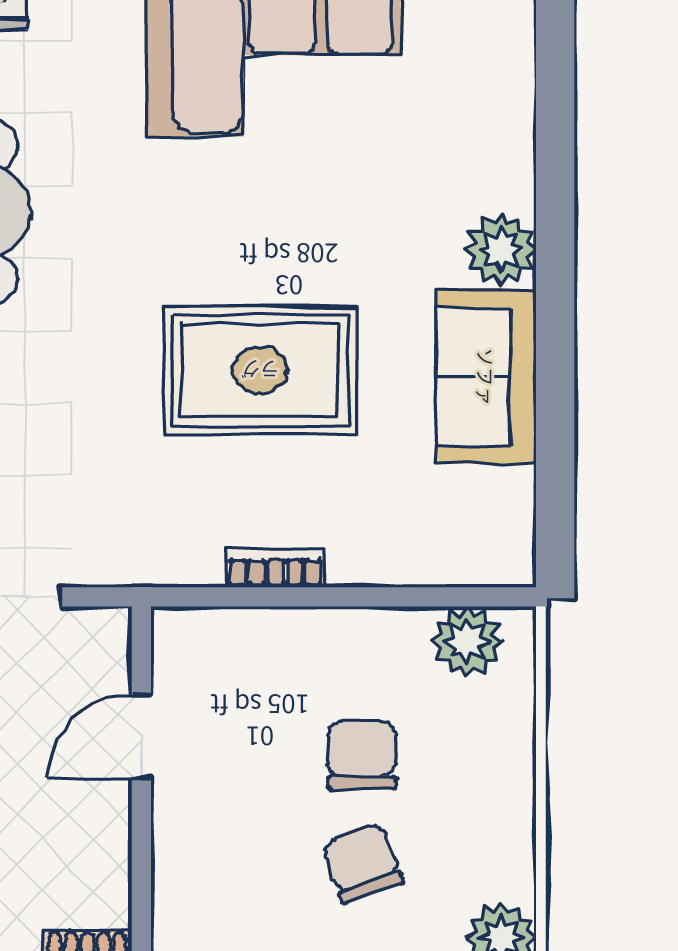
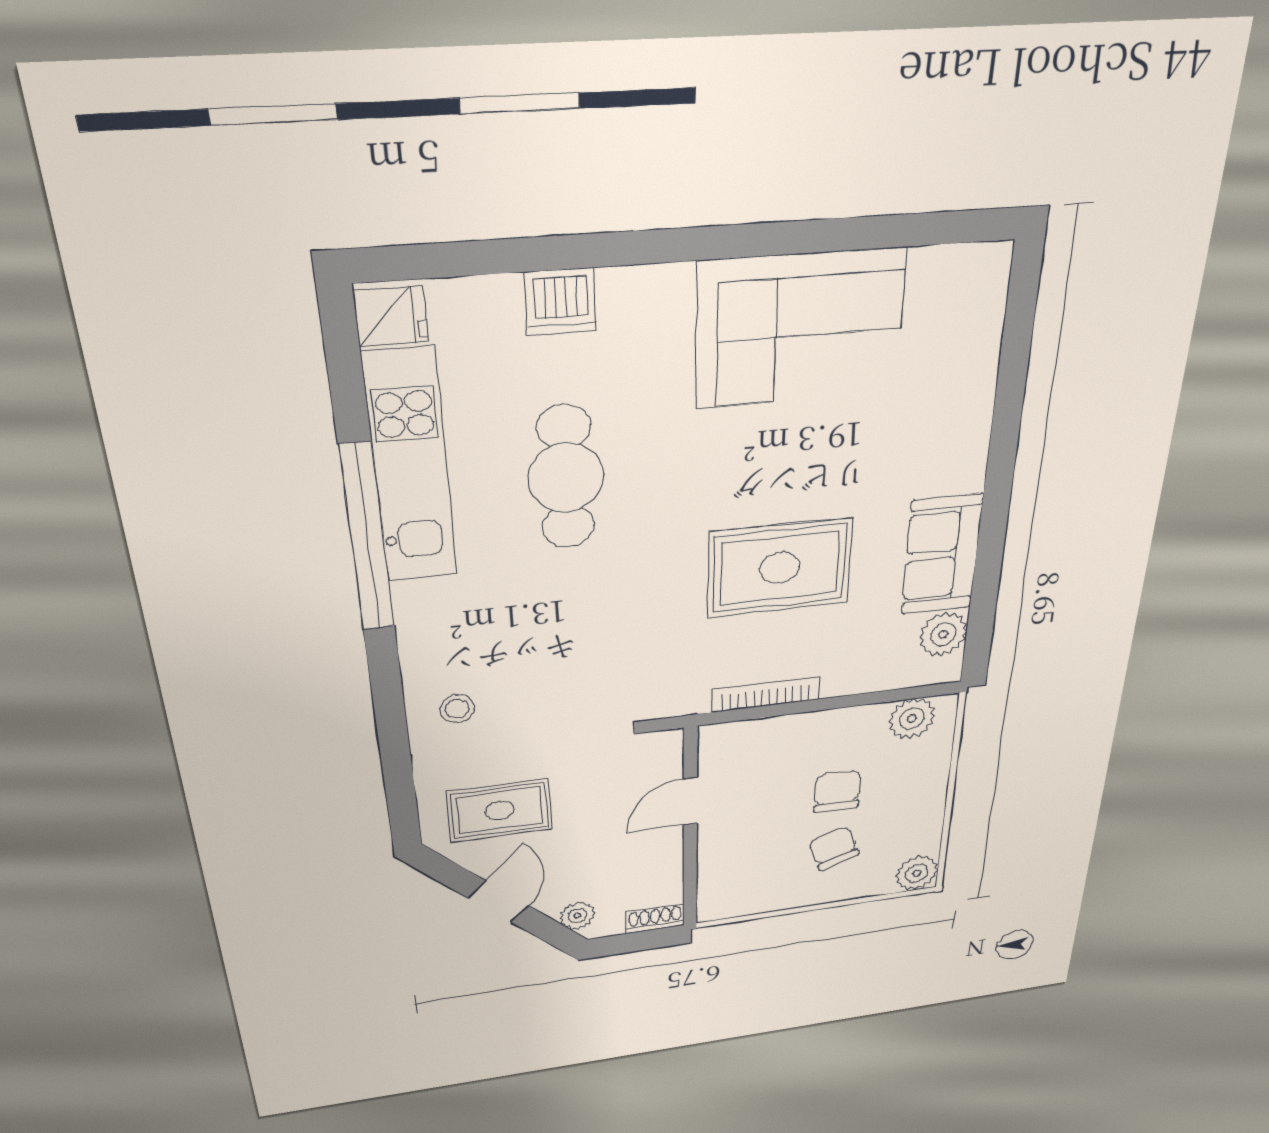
plant: (501, 250) -> (943, 634), moved
bookcase: (275, 568) -> (766, 694), width x1.56

